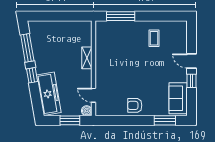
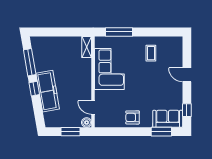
corner sofa: (111, 55) -> (109, 69), added
shelving: (87, 58) -> (87, 47), moved
window: (192, 81) -> (187, 110), moved
freezer: (49, 94) -> (48, 91), moved
sofa: (178, 98) -> (168, 119), moved, turned 90

